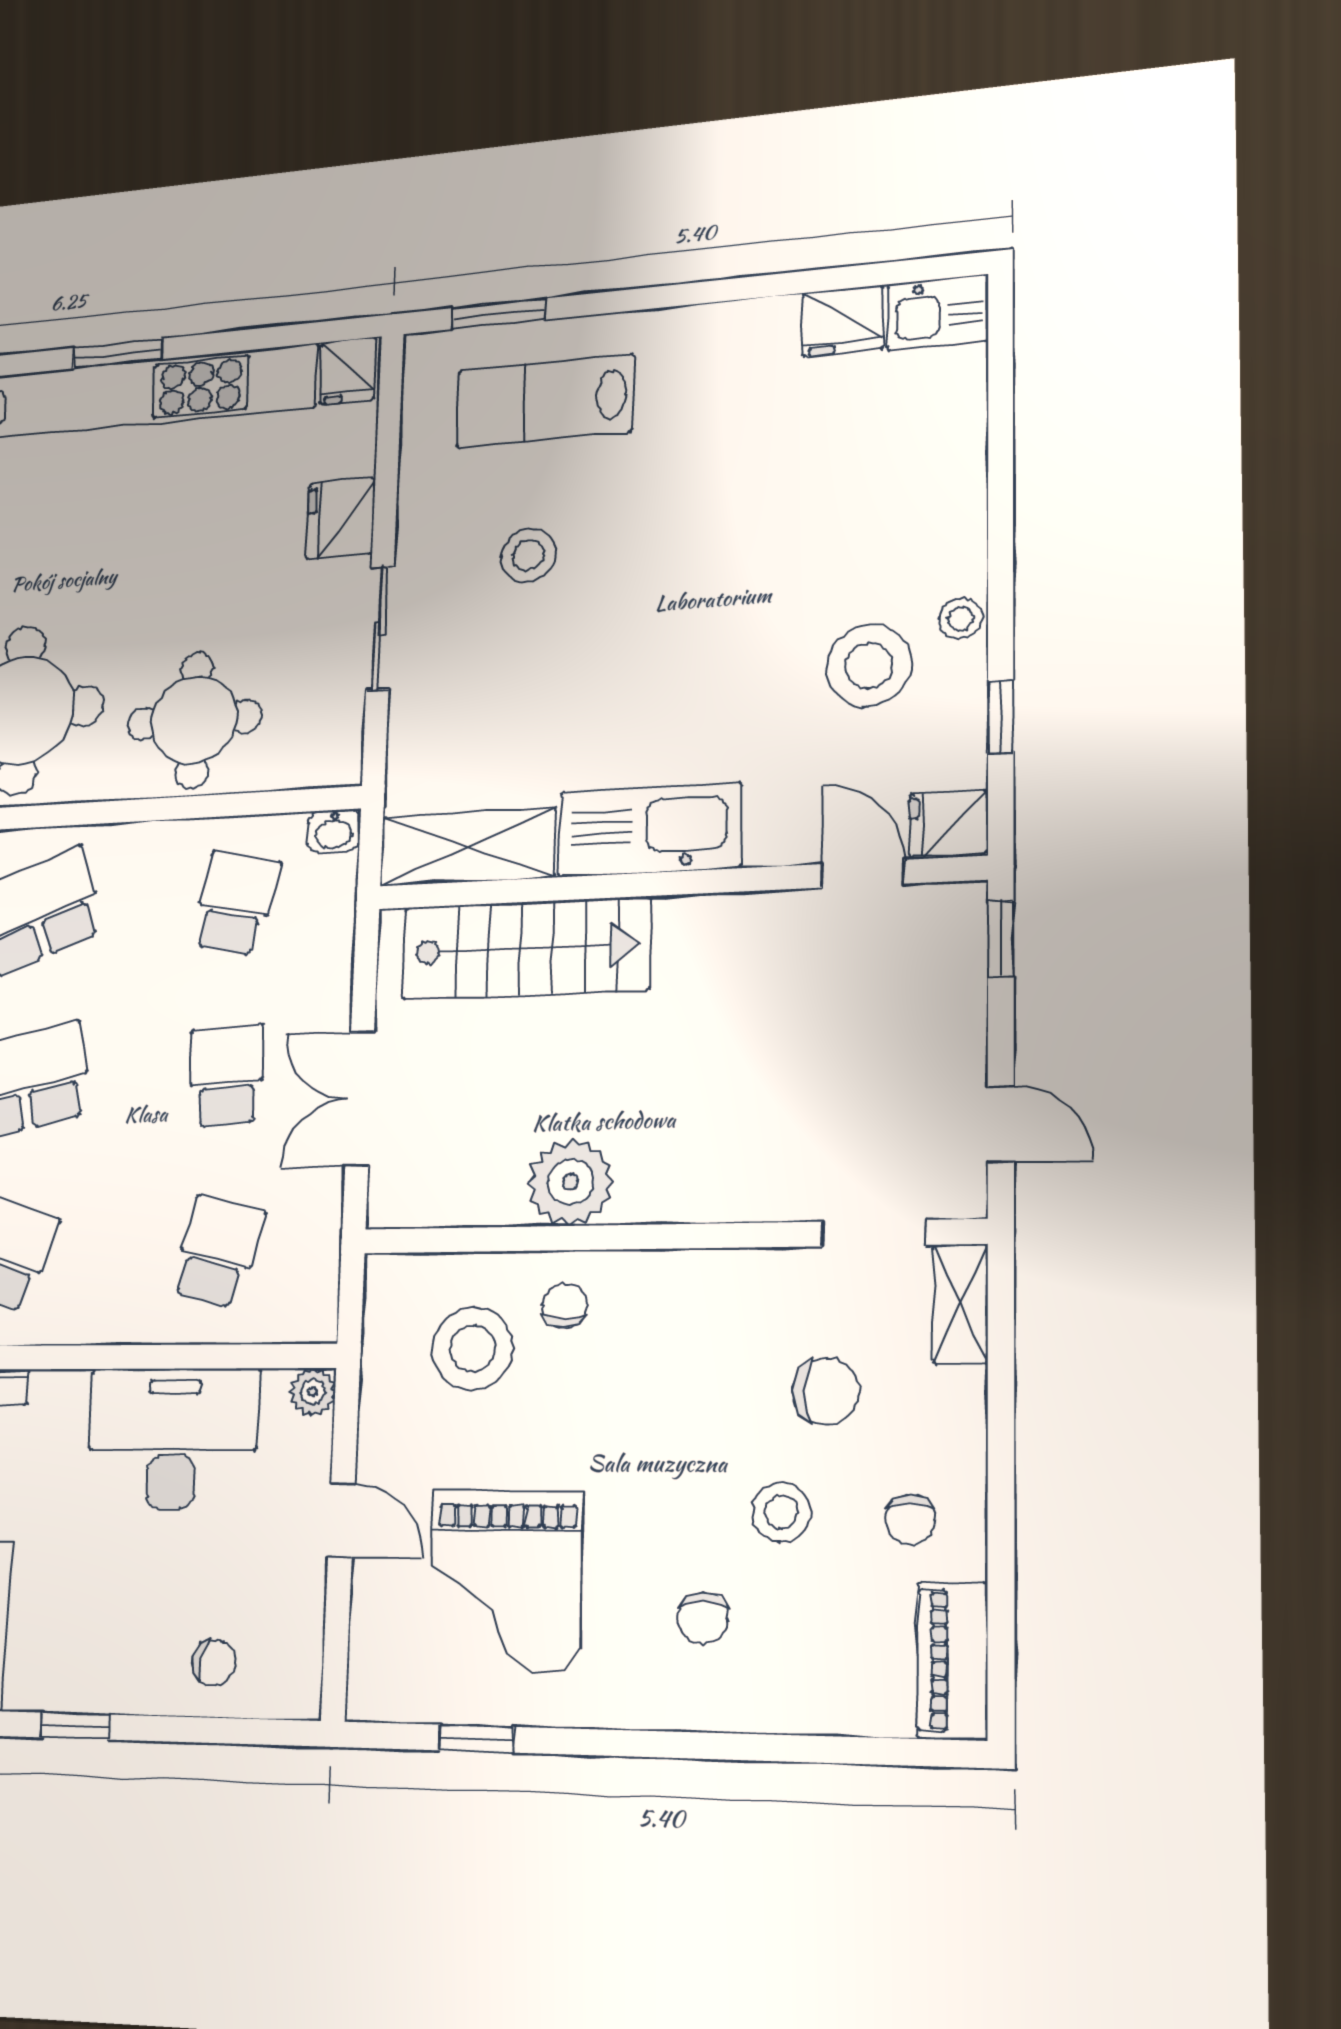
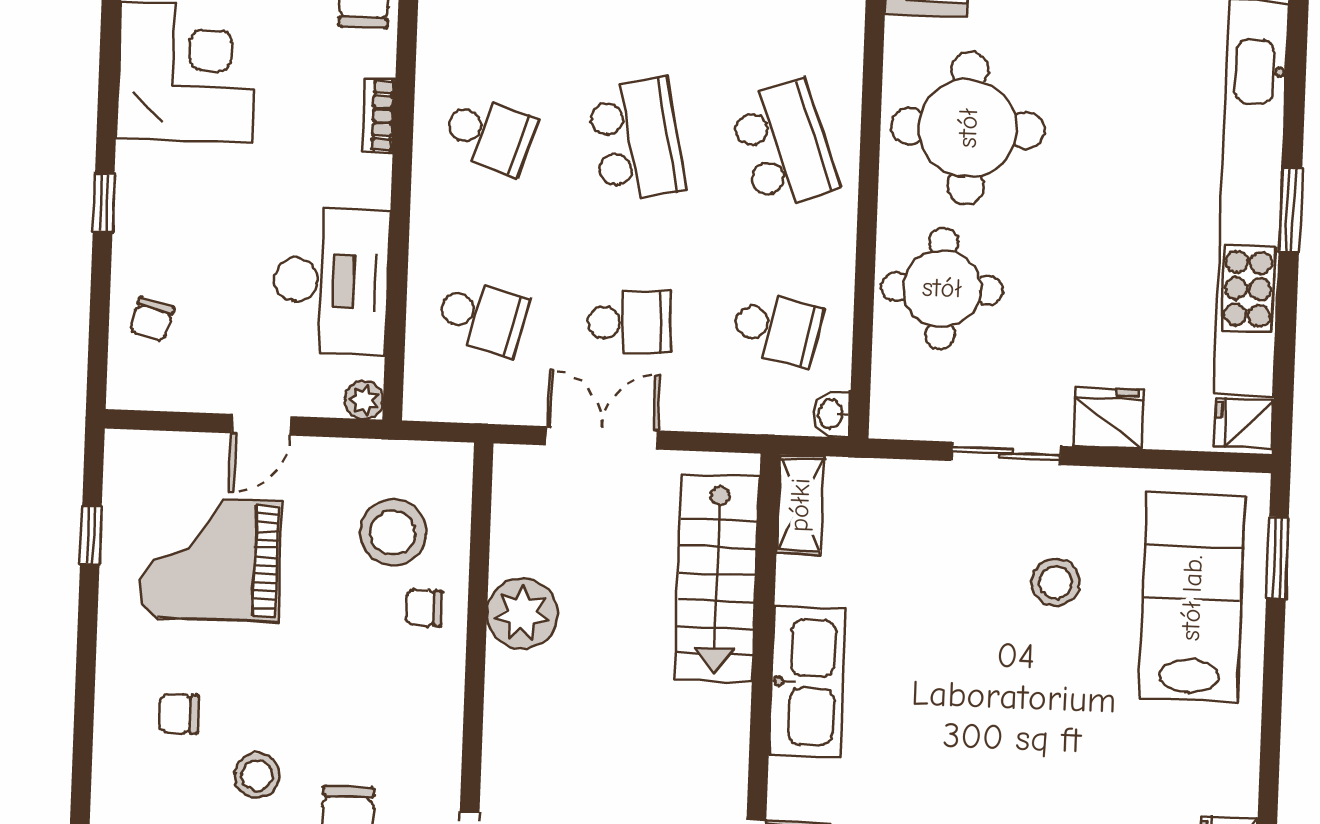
lab bench: (545, 401) -> (1192, 598), width x1.36, depth x1.39
shelving: (468, 847) -> (800, 505), width x0.67, depth x0.75
chair: (565, 1305) -> (424, 608), turned 180

